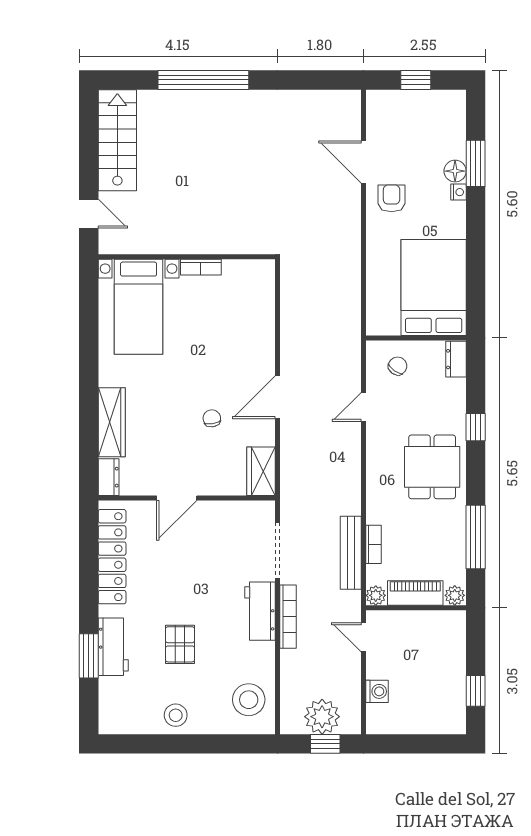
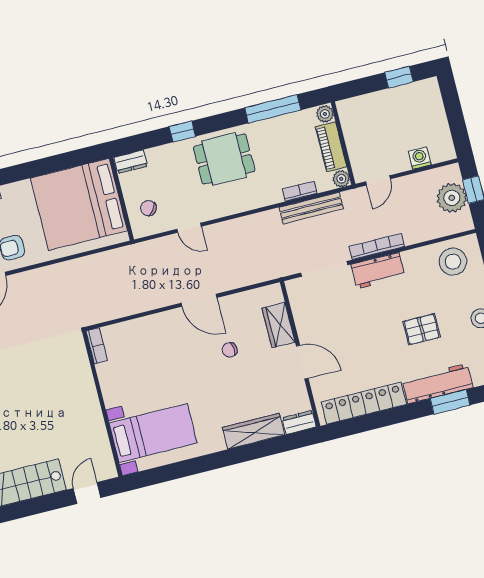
bookcase: (201, 267) -> (97, 346), moved
bed: (434, 287) -> (79, 204), width x1.36
wardrobe: (261, 471) -> (278, 325), moved, turned 90
workbench: (113, 647) -> (438, 384), width x1.38

